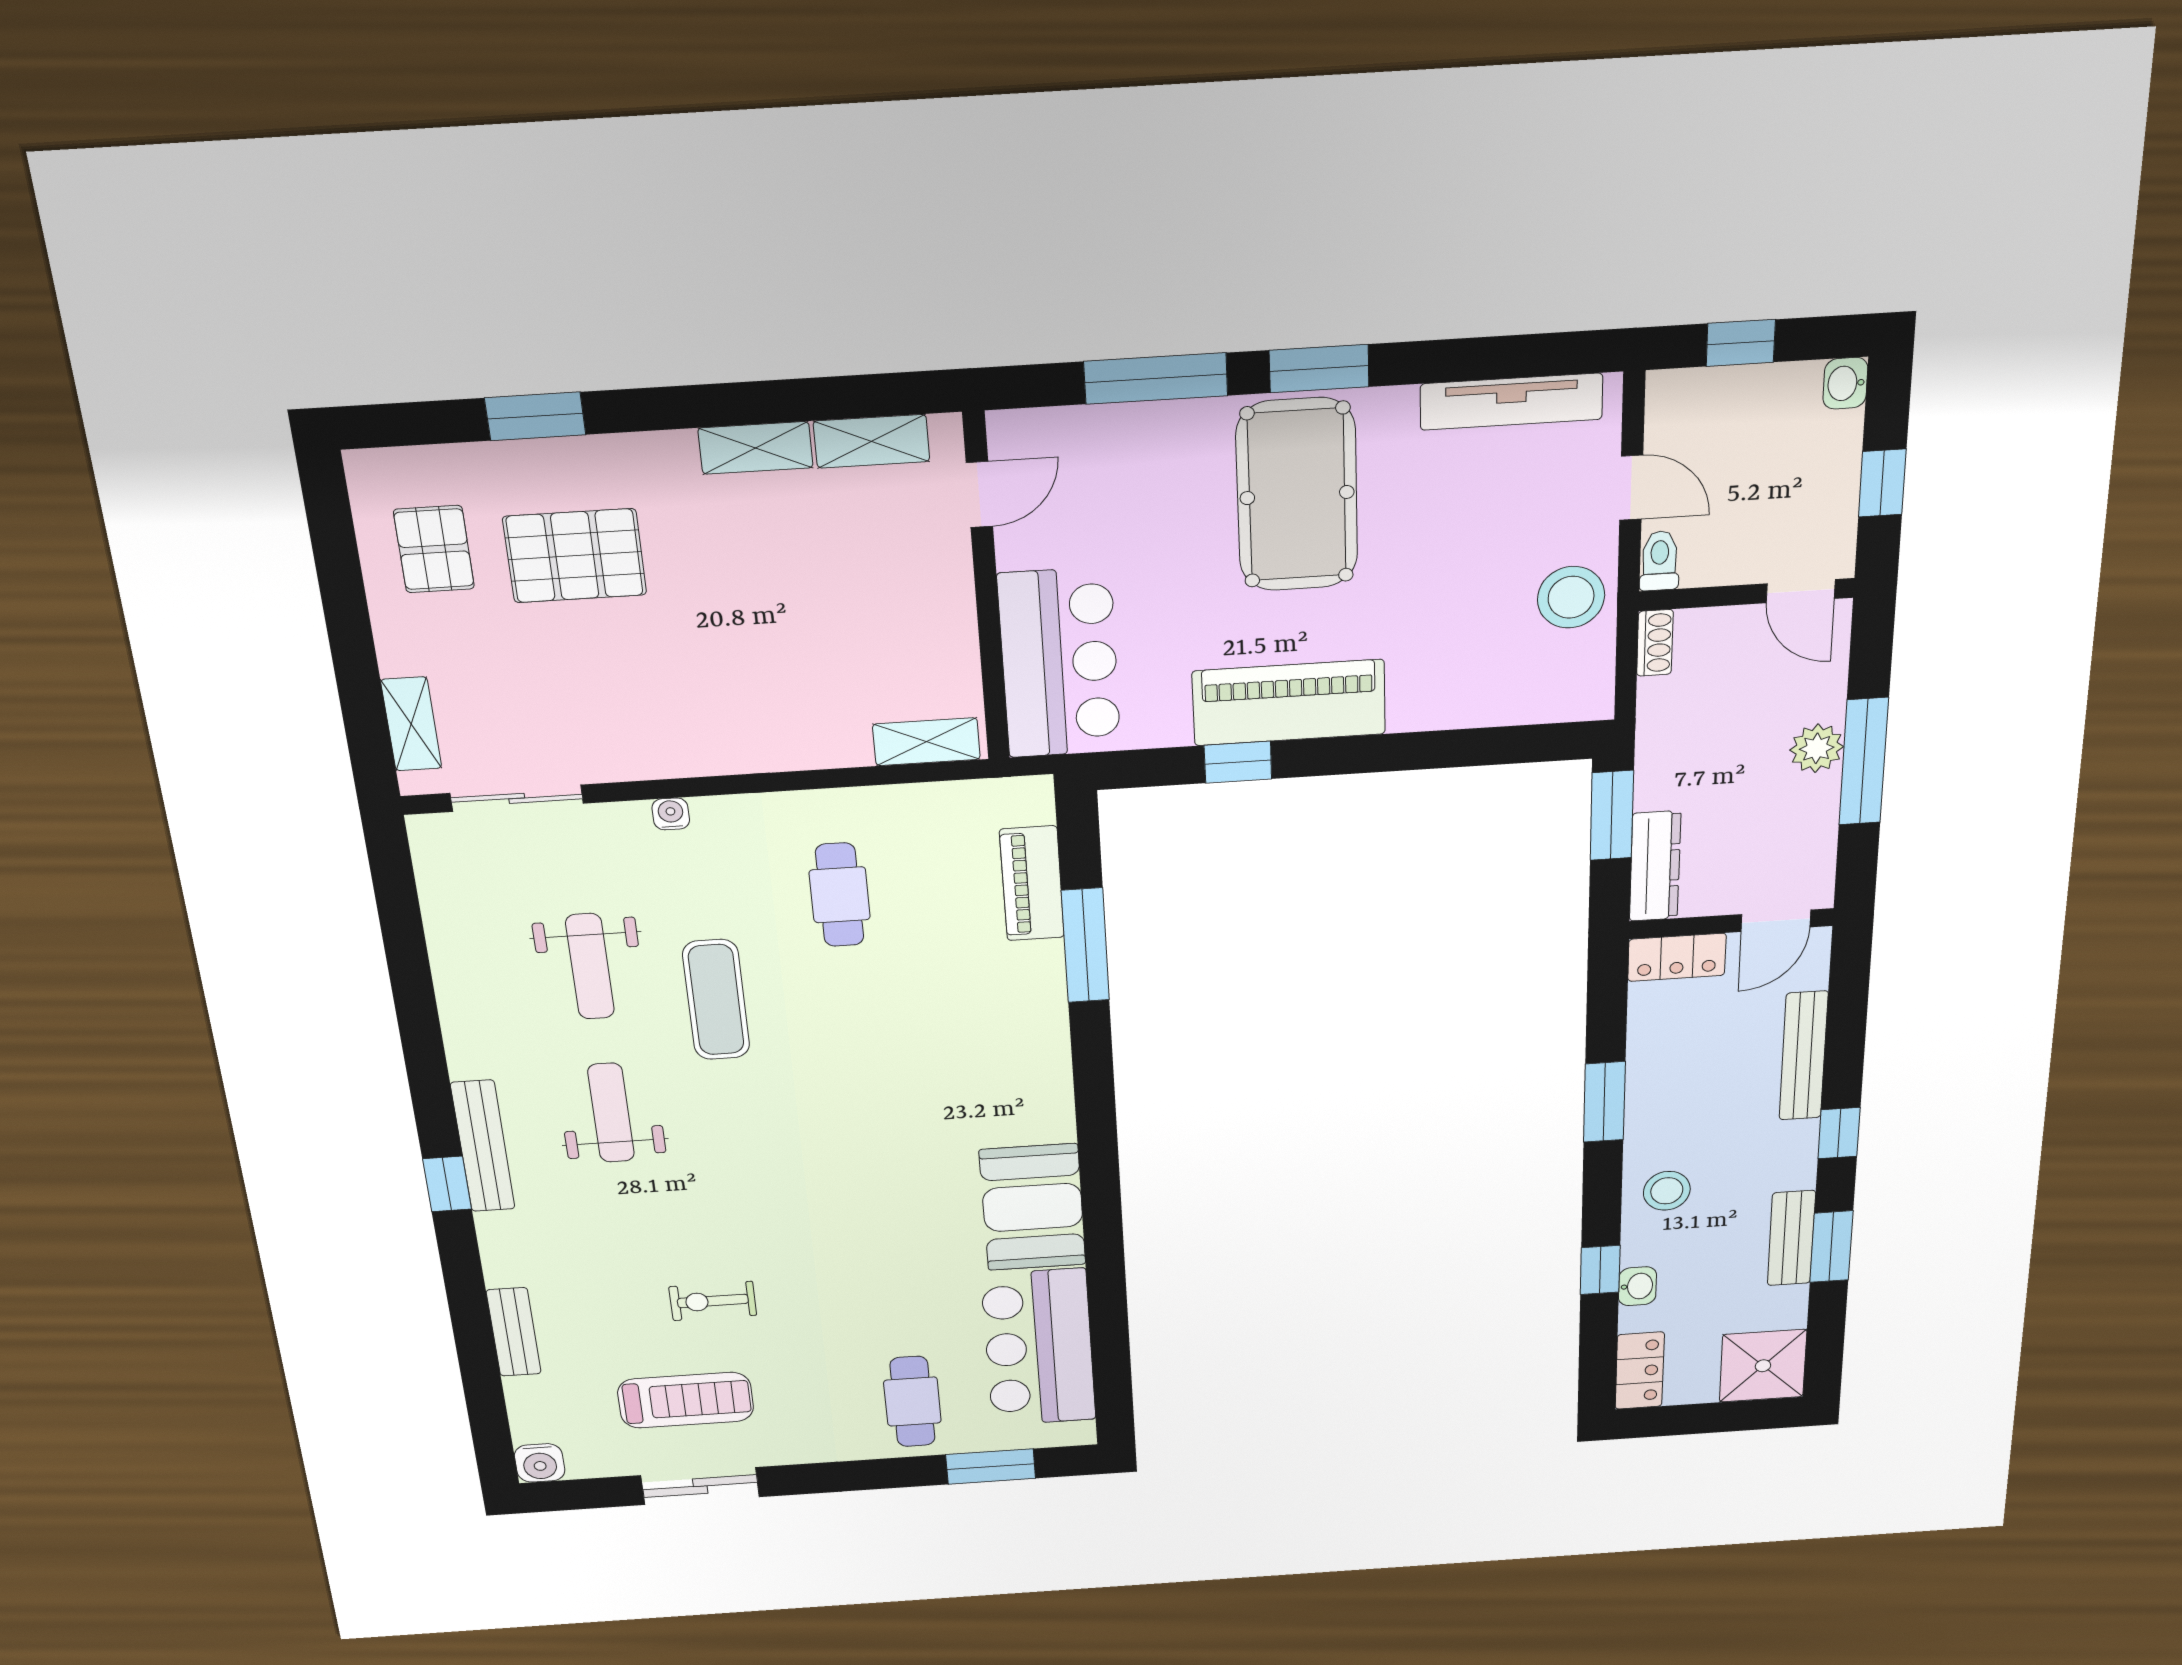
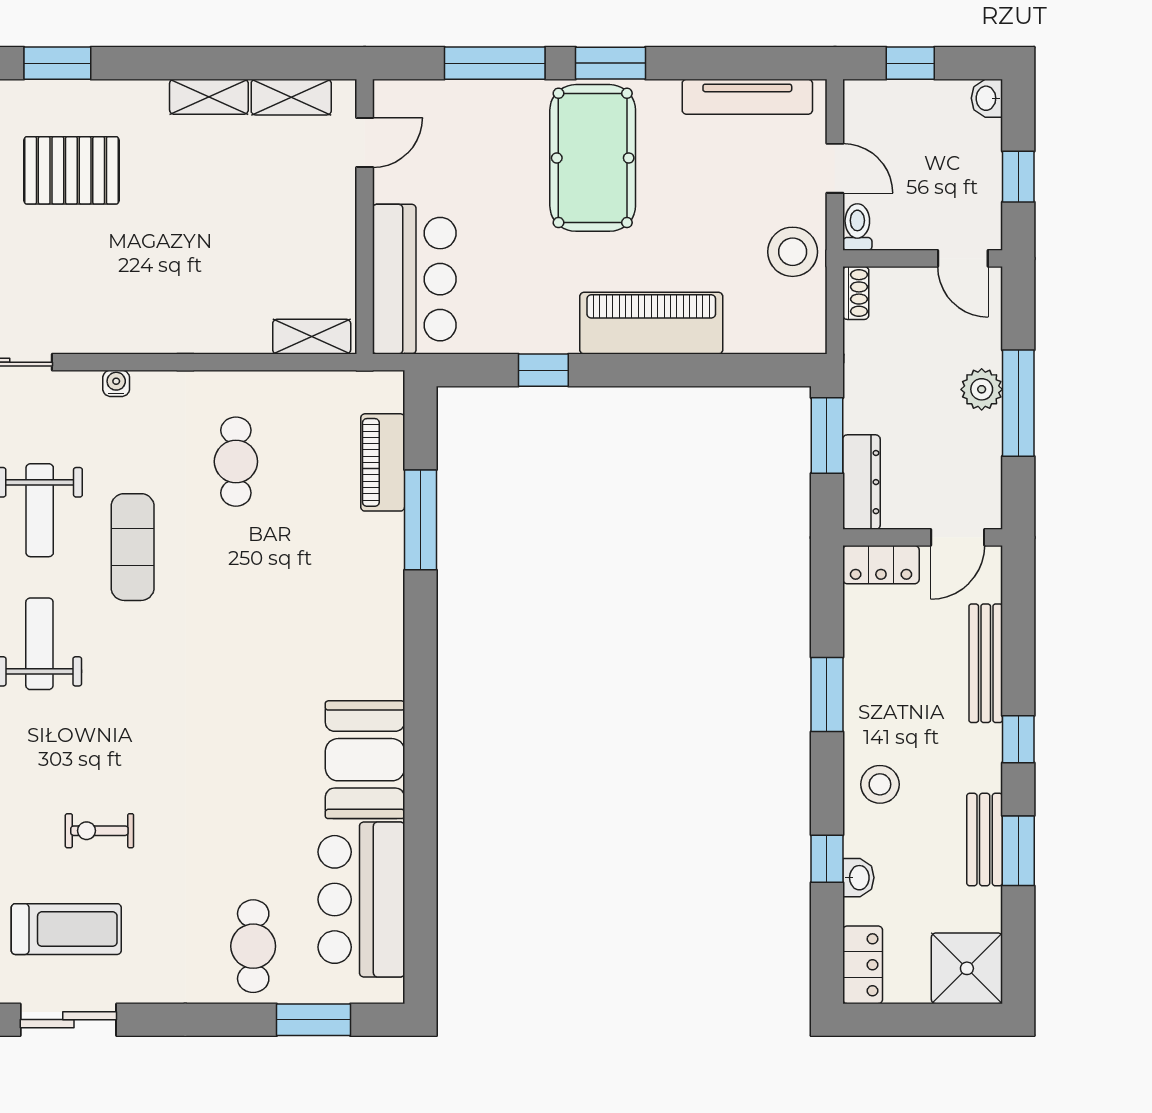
piano: (1289, 703) -> (651, 323), moved

